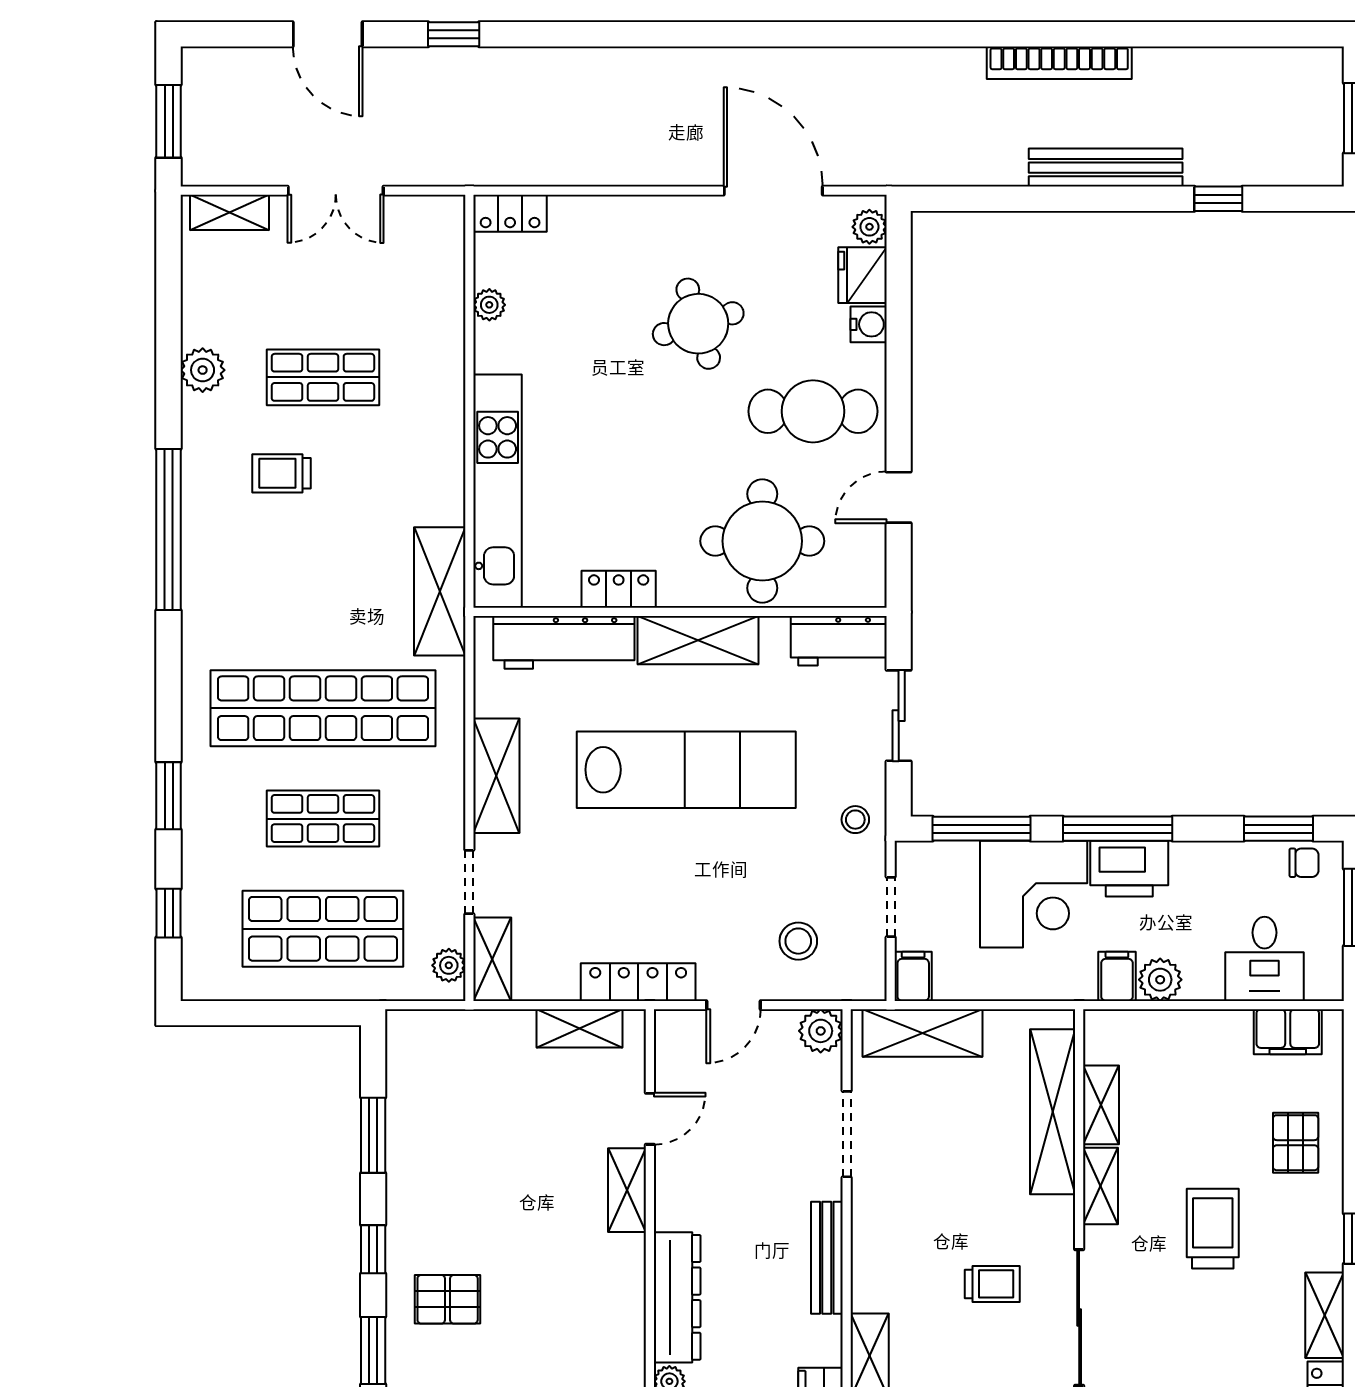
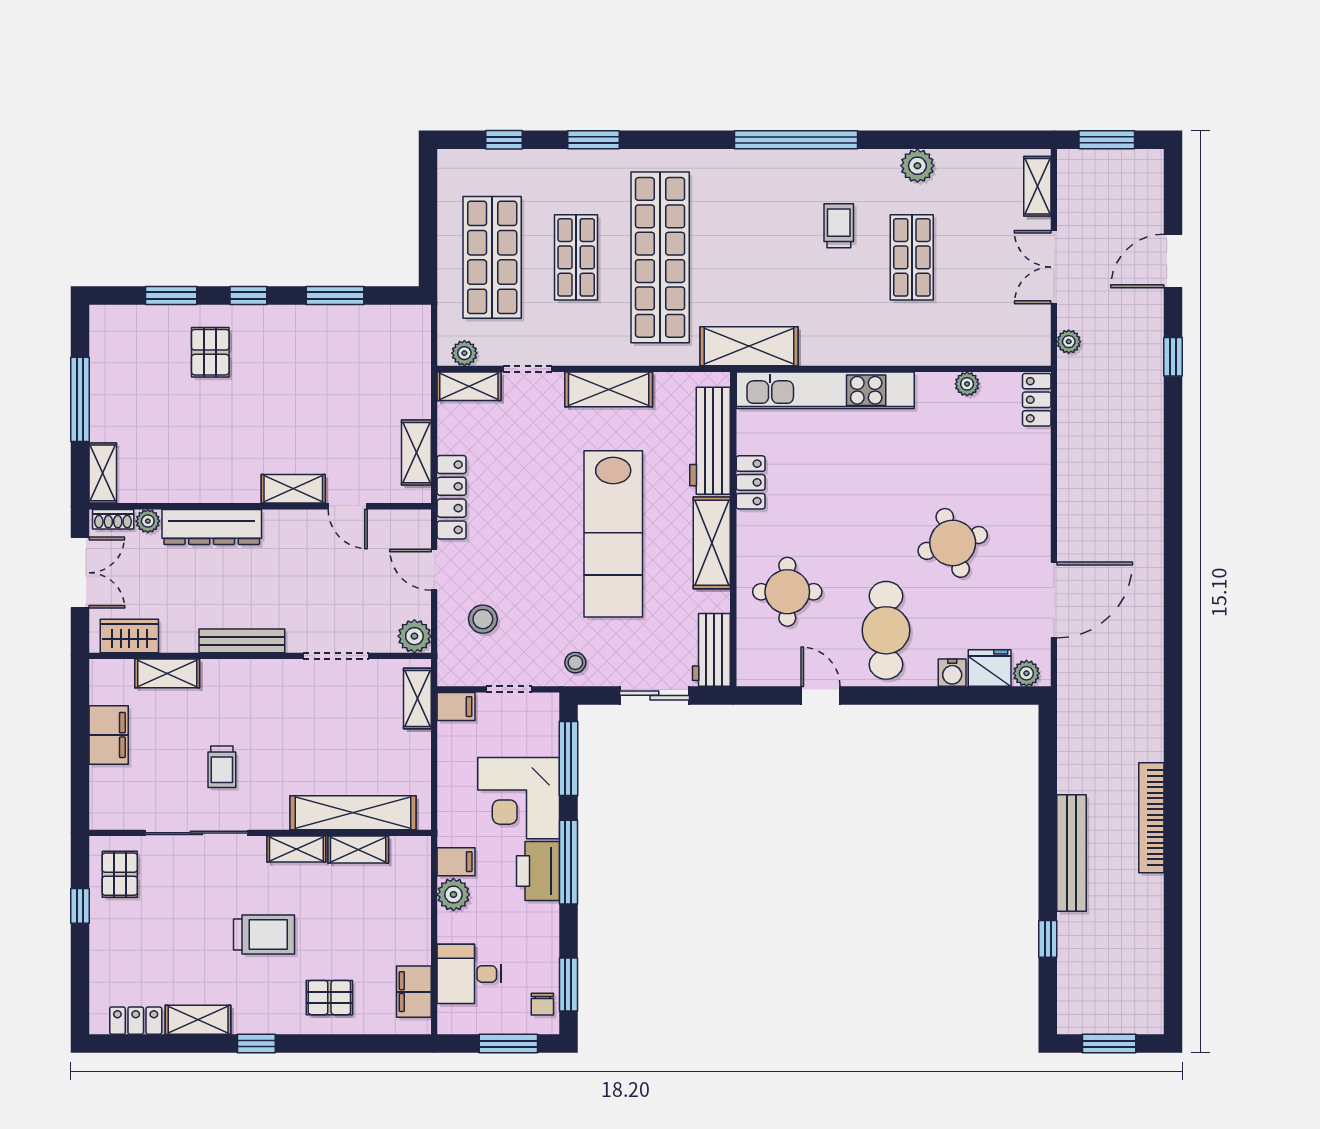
plant: (434, 171) -> (1069, 342), added
round table: (762, 541) -> (787, 592), width x0.73, depth x0.73
shelving: (923, 1033) -> (417, 698), width x0.67, depth x0.75

